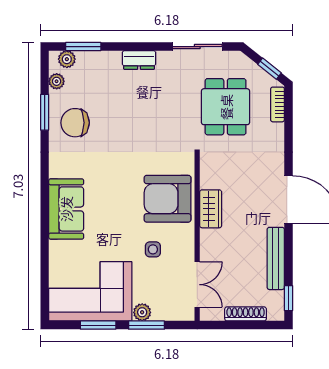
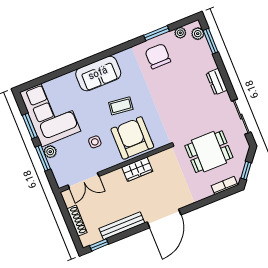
coffee table: (120, 197) -> (121, 106), added

